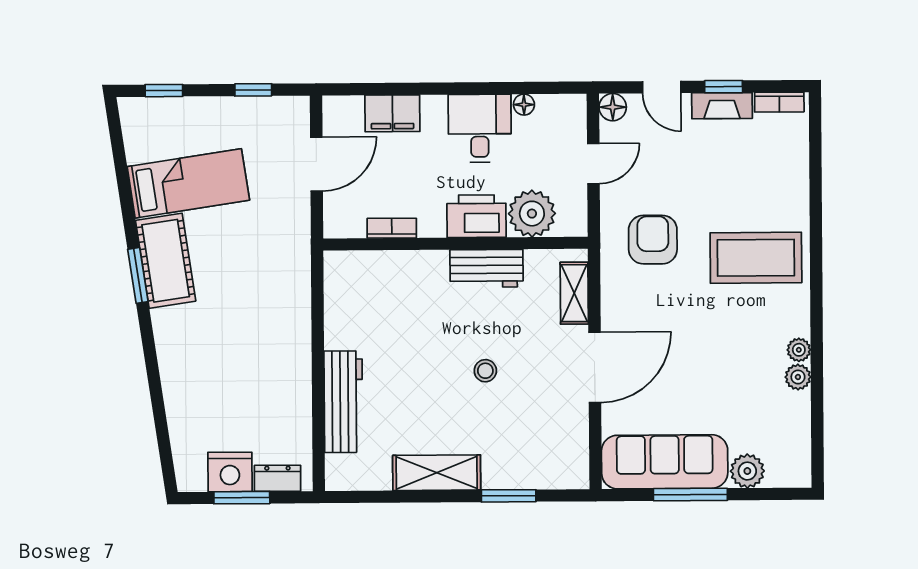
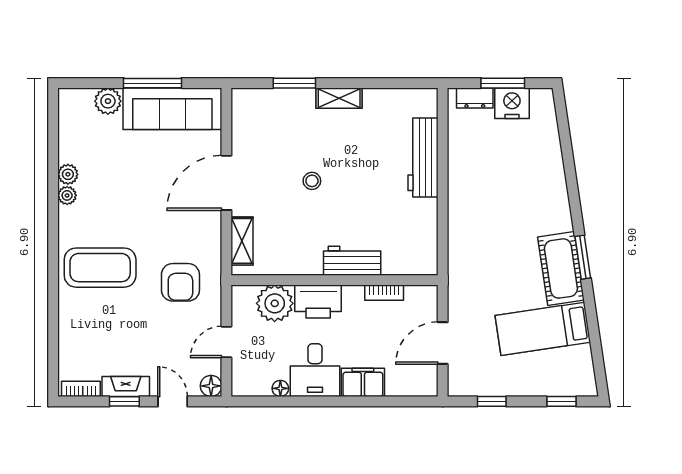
filing cabinet: (392, 113) -> (363, 382), moved
workbench: (487, 268) -> (352, 261), moved
shelving: (437, 473) -> (339, 98), width x0.67, depth x0.75

